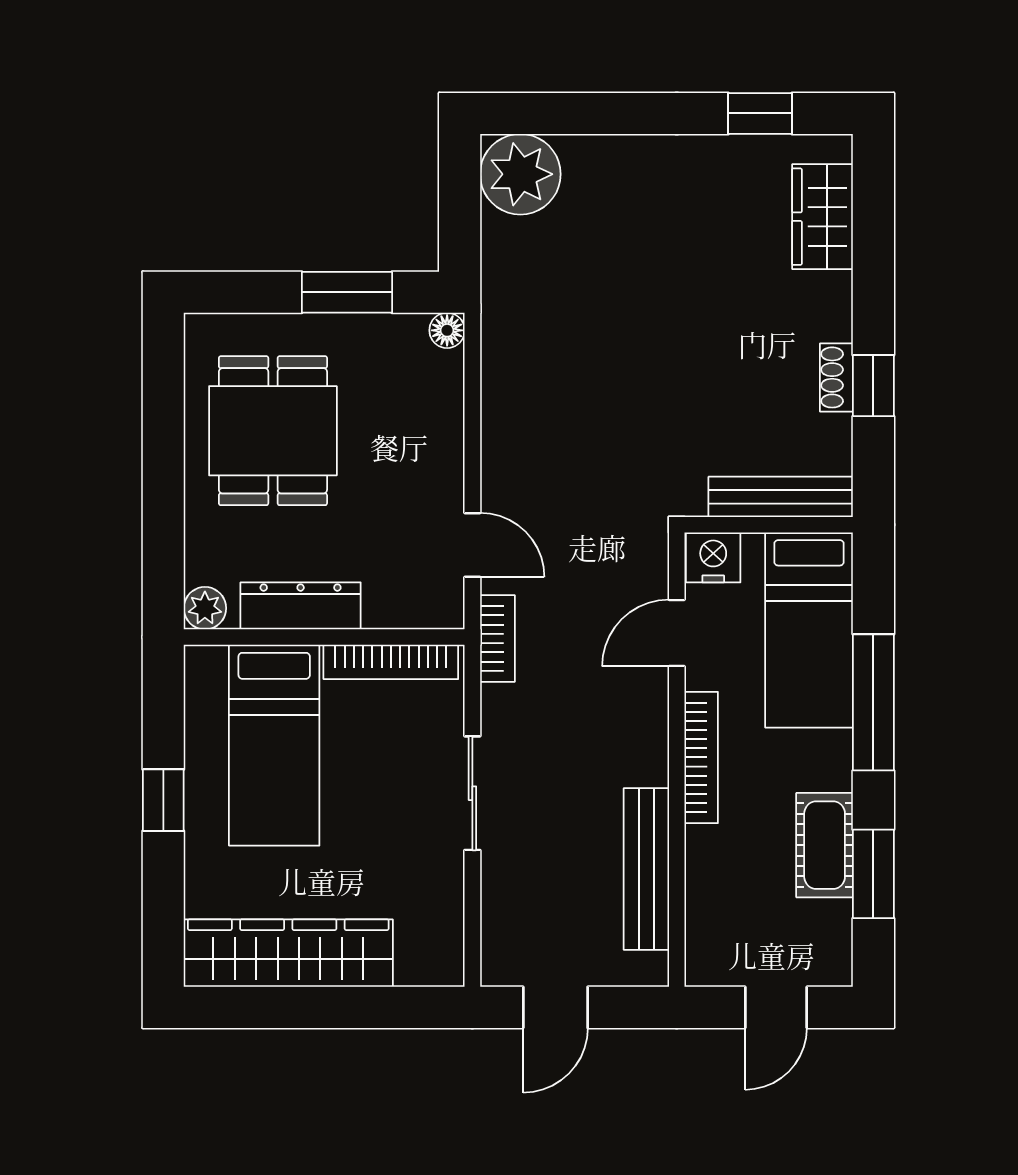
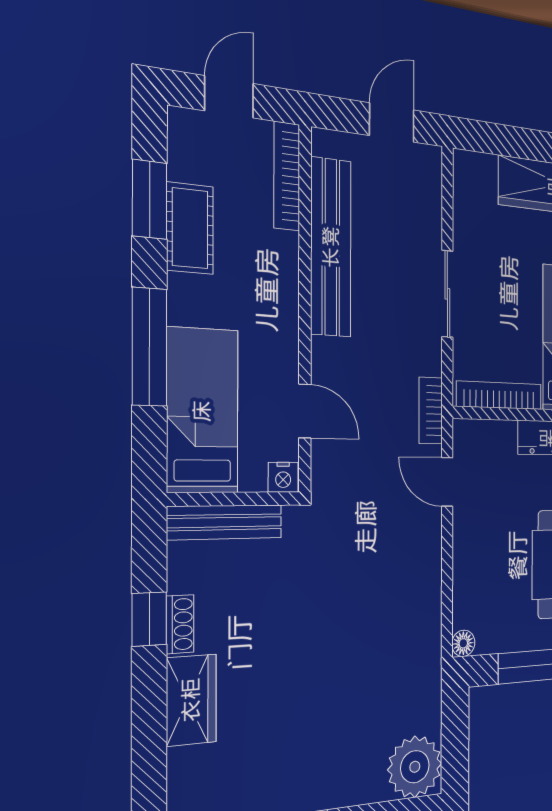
wardrobe: (823, 217) -> (191, 700), moved
nightstand: (713, 557) -> (283, 477), width x0.72, depth x0.74
door: (677, 633) -> (305, 411), hinge flipped
bookcase: (701, 757) -> (287, 176), moved
bench: (646, 869) -> (331, 247), width x1.37, depth x1.21

